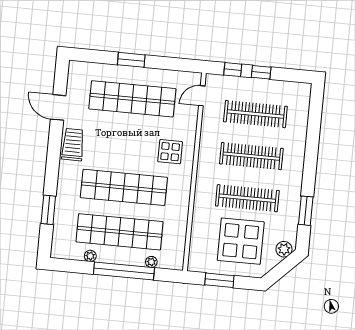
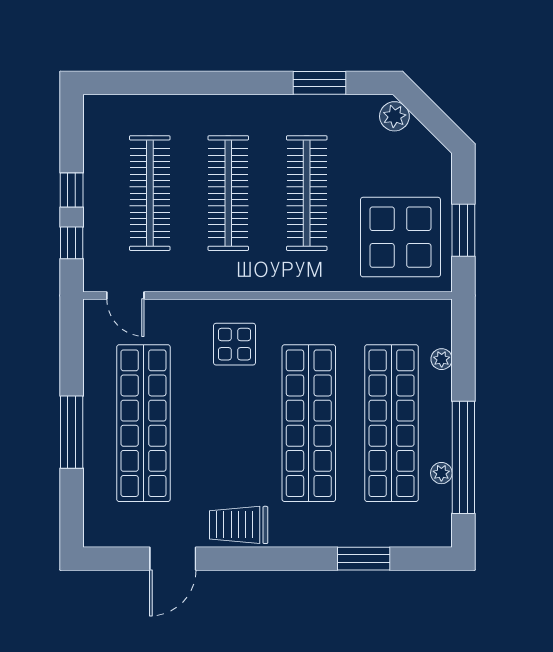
window: (131, 60) -> (72, 432), width x1.44
display table: (241, 241) -> (400, 237), moved
window: (124, 271) -> (463, 457), moved

